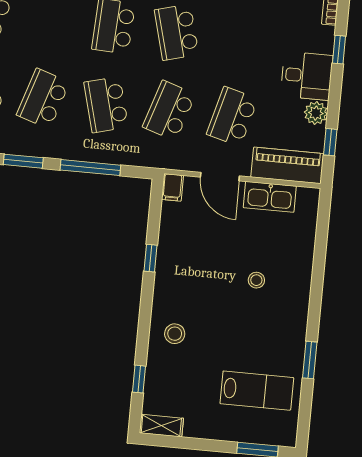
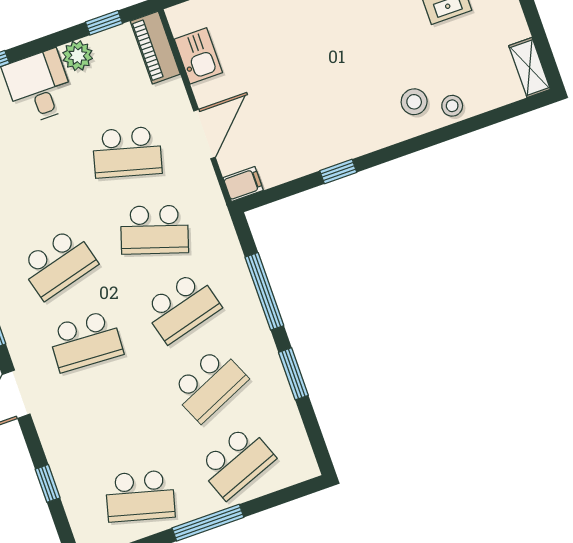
school desk: (43, 99) -> (209, 385), turned -42
piano: (287, 165) -> (155, 48), width x0.73, depth x0.75
kitchen sink: (270, 197) -> (198, 56), width x0.73
stool: (256, 280) -> (452, 106), moved
window: (139, 379) -> (487, 119), removed

